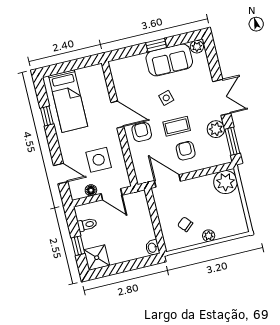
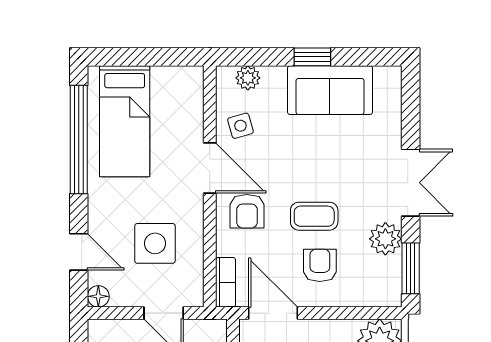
plant: (197, 47) -> (248, 78), moved
side table: (166, 98) -> (240, 126), moved
window: (47, 116) -> (79, 140), width x3.17
armchair: (142, 132) -> (247, 211), turned 180
bookcase: (139, 171) -> (225, 282), added
floor lamp: (91, 190) -> (98, 296), moved

